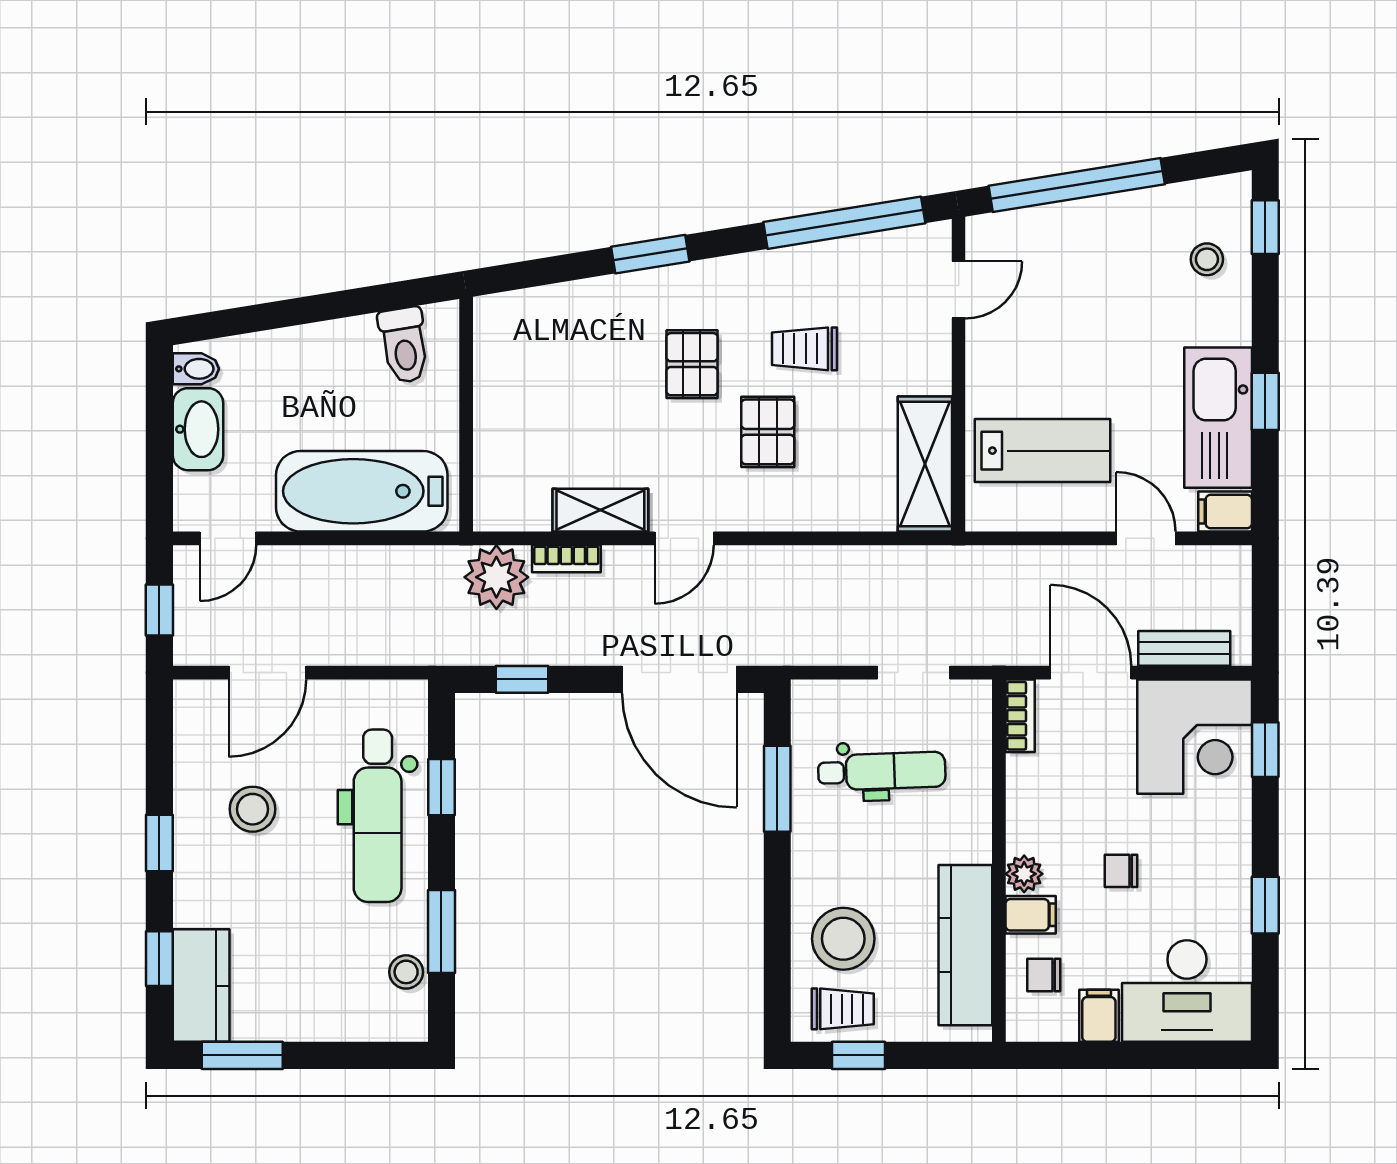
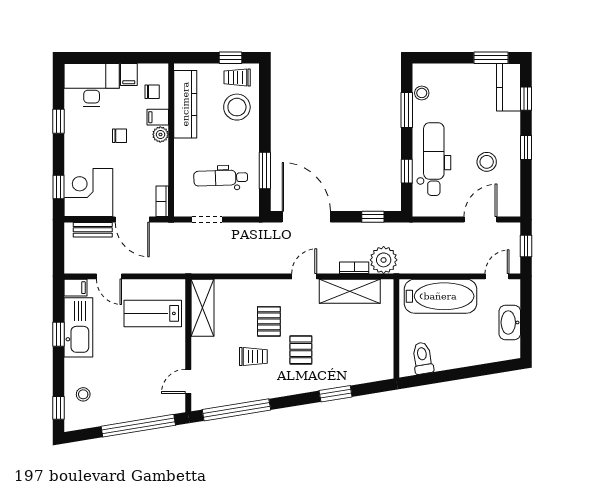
window: (650, 254) -> (336, 394), moved
bidet: (196, 369) -> (511, 348), removed
shelving: (600, 510) -> (350, 291), width x1.50, depth x1.33

